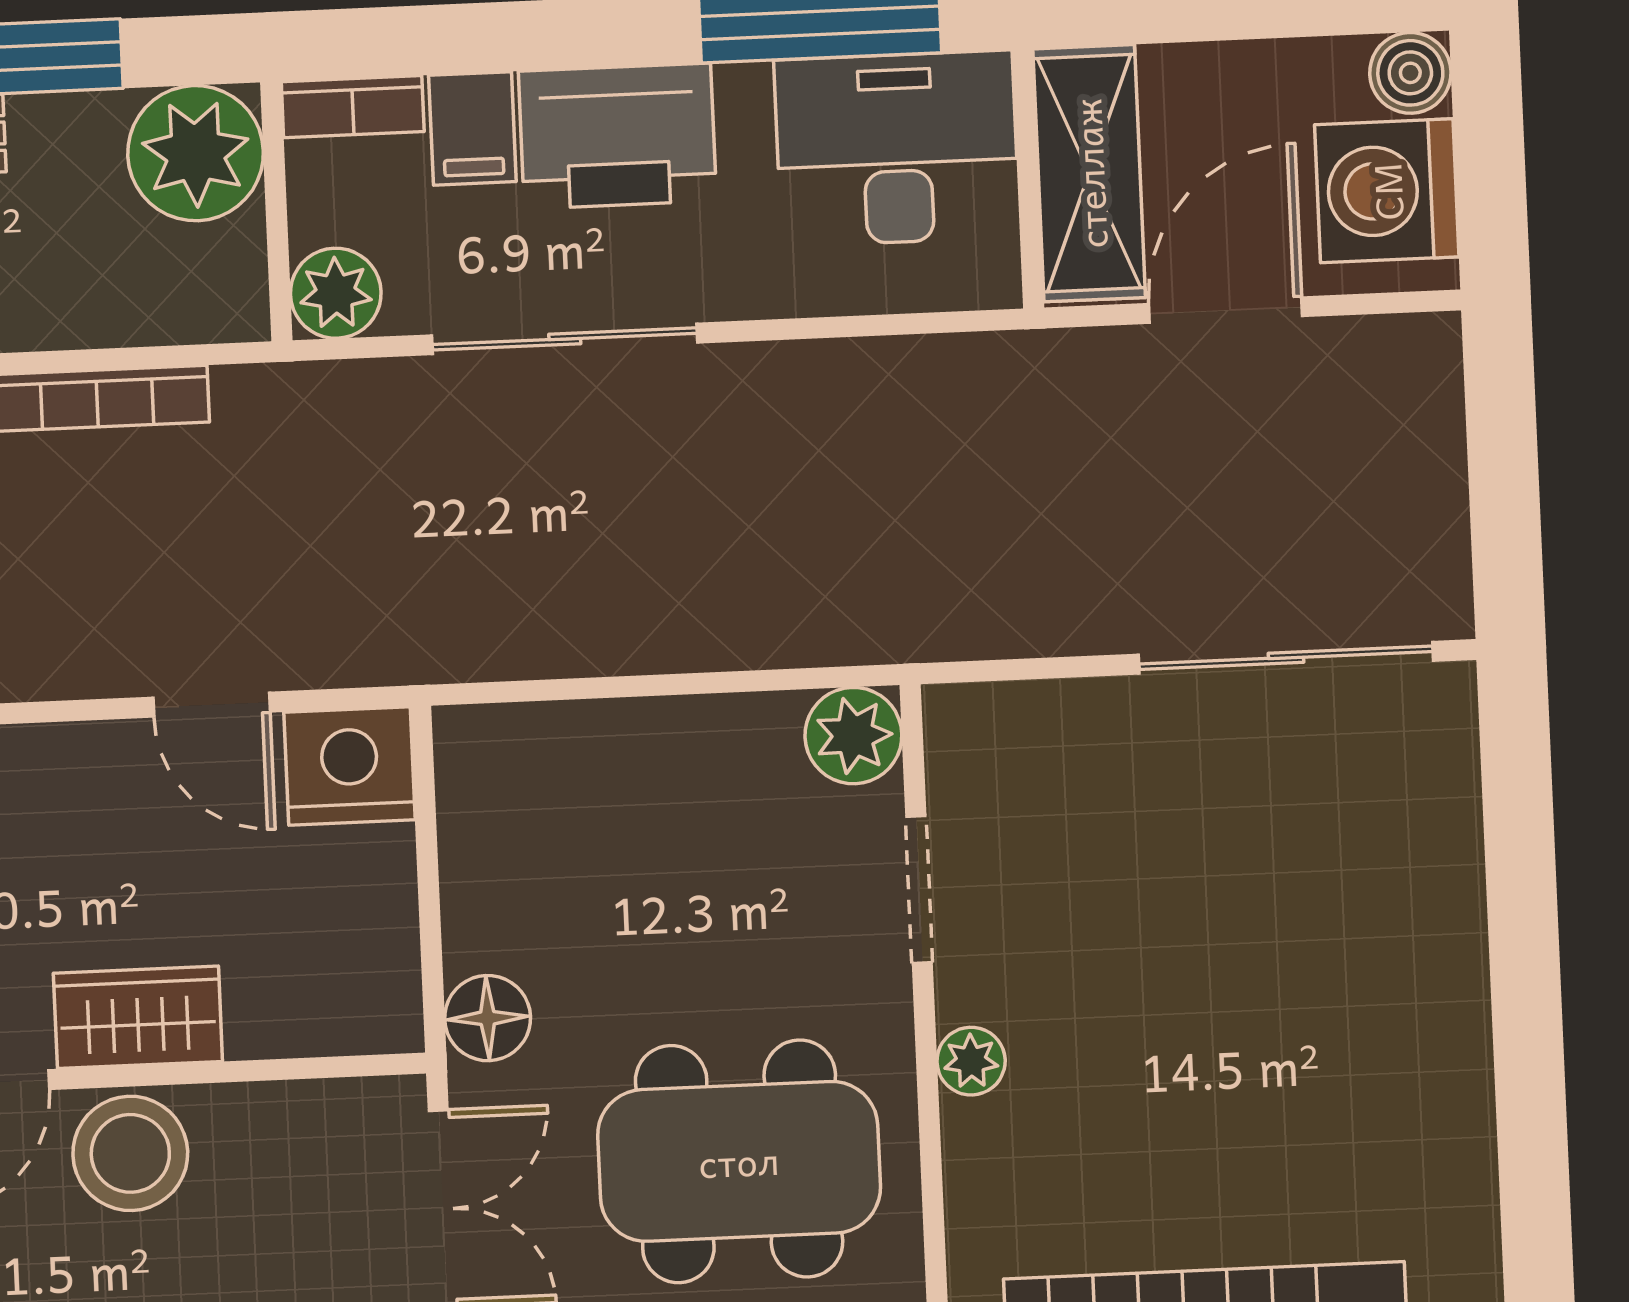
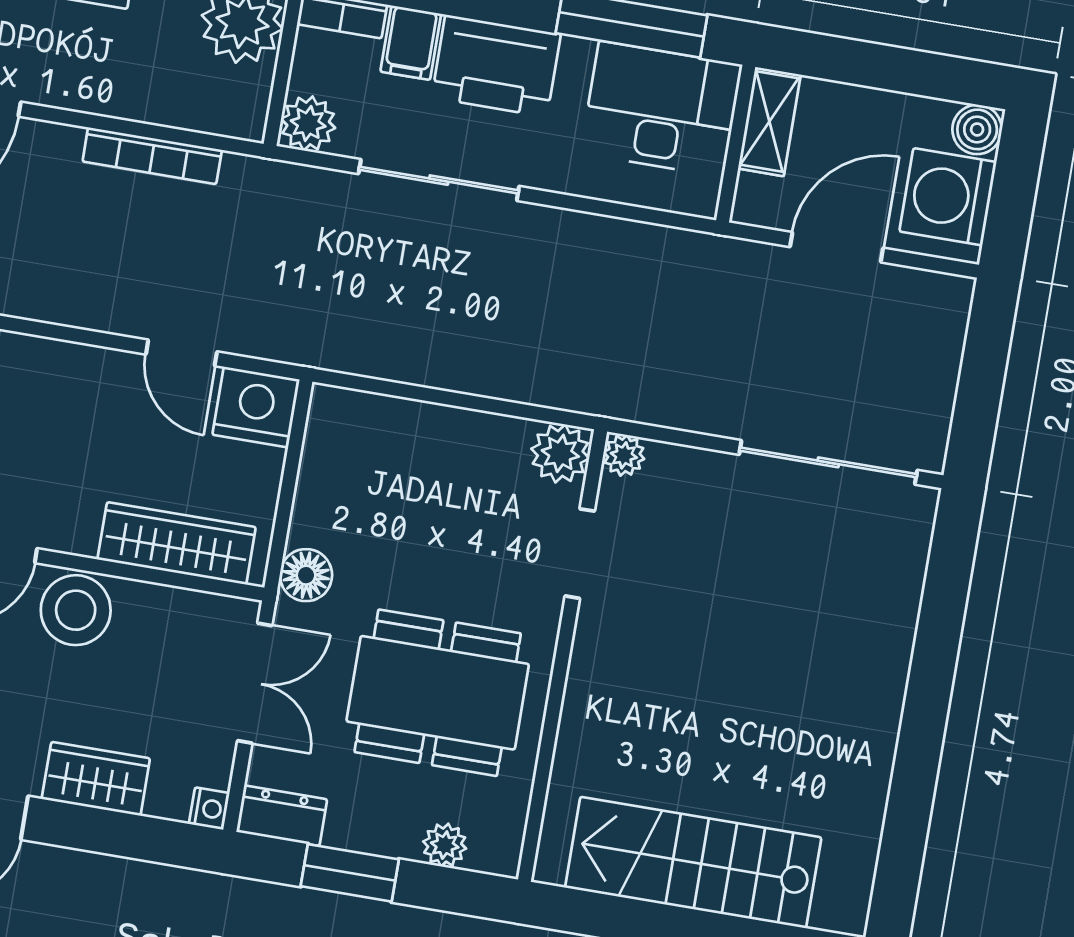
shelving: (1089, 173) -> (769, 122), width x0.67, depth x0.75
wardrobe: (138, 1017) -> (177, 543), moved, width x1.50
plant: (971, 1061) -> (624, 455), moved

